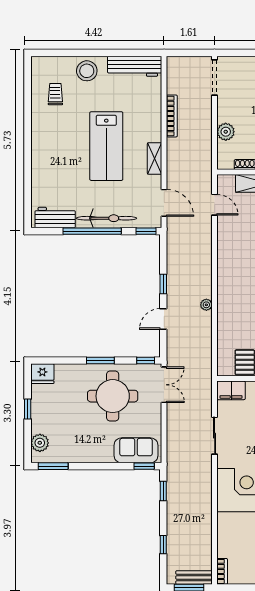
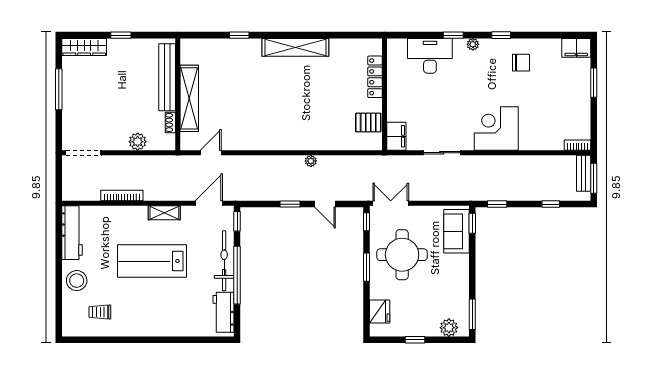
lab bench: (106, 146) -> (152, 261), turned 180
fridge: (42, 374) -> (380, 312), moved

